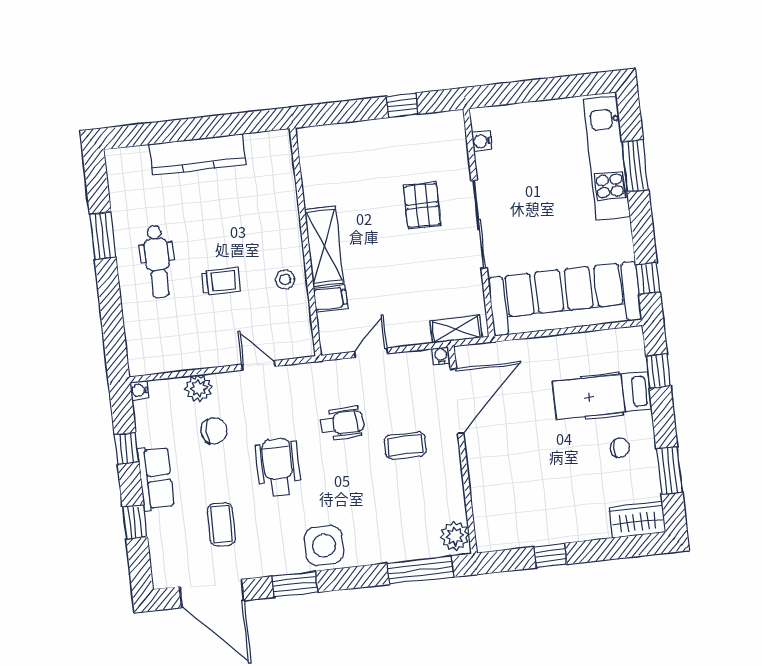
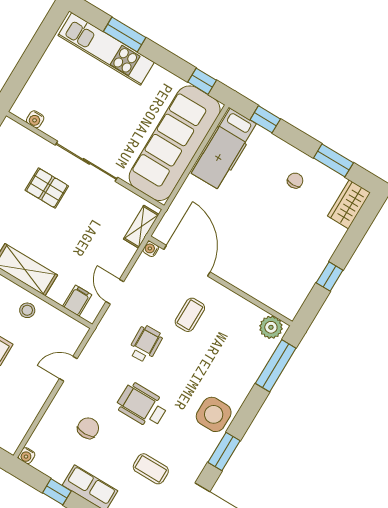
filing cabinet: (330, 298) -> (77, 301), moved
plant: (199, 388) -> (54, 417), removed
hospital bed: (602, 395) -> (224, 148), moved

